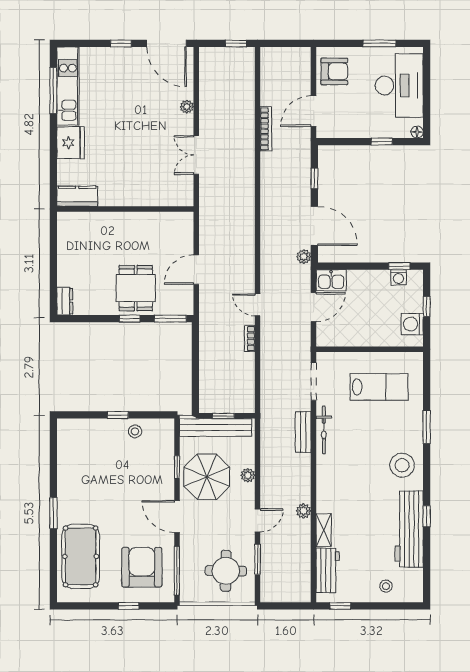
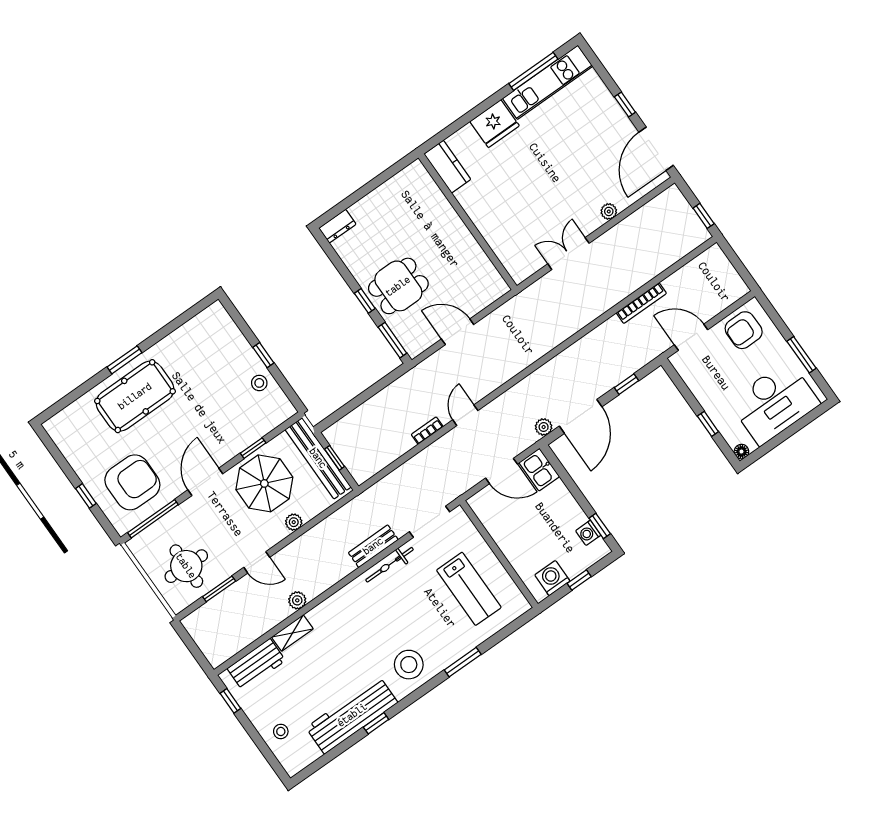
armchair: (334, 71) -> (744, 330), turned 90
pool table: (81, 556) -> (135, 396), moved

